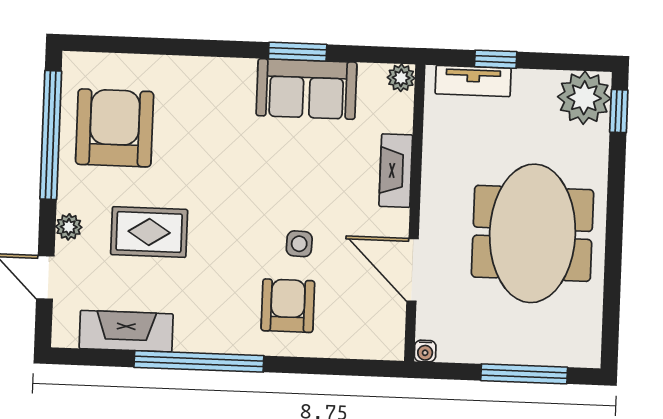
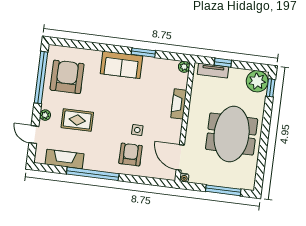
sofa: (307, 89) -> (121, 65), moved
door: (413, 270) -> (180, 157), moved

